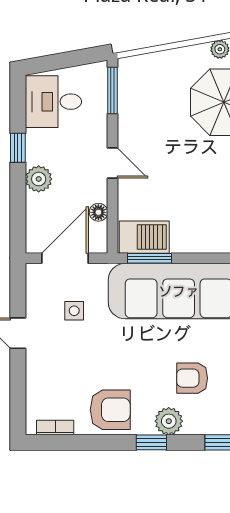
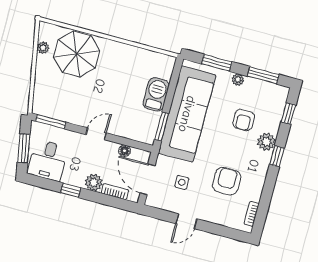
window: (62, 61) -> (24, 148), added
bookcase: (33, 214) -> (115, 192), added
barbecue: (144, 237) -> (156, 94), moved
armchair: (110, 410) -> (227, 181), moved

